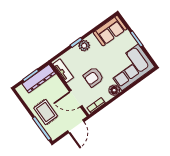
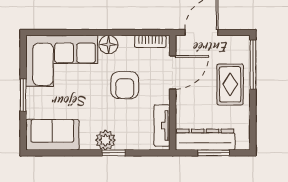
armchair: (93, 77) -> (125, 85), turned 90
door: (76, 99) -> (173, 72), hinge flipped

